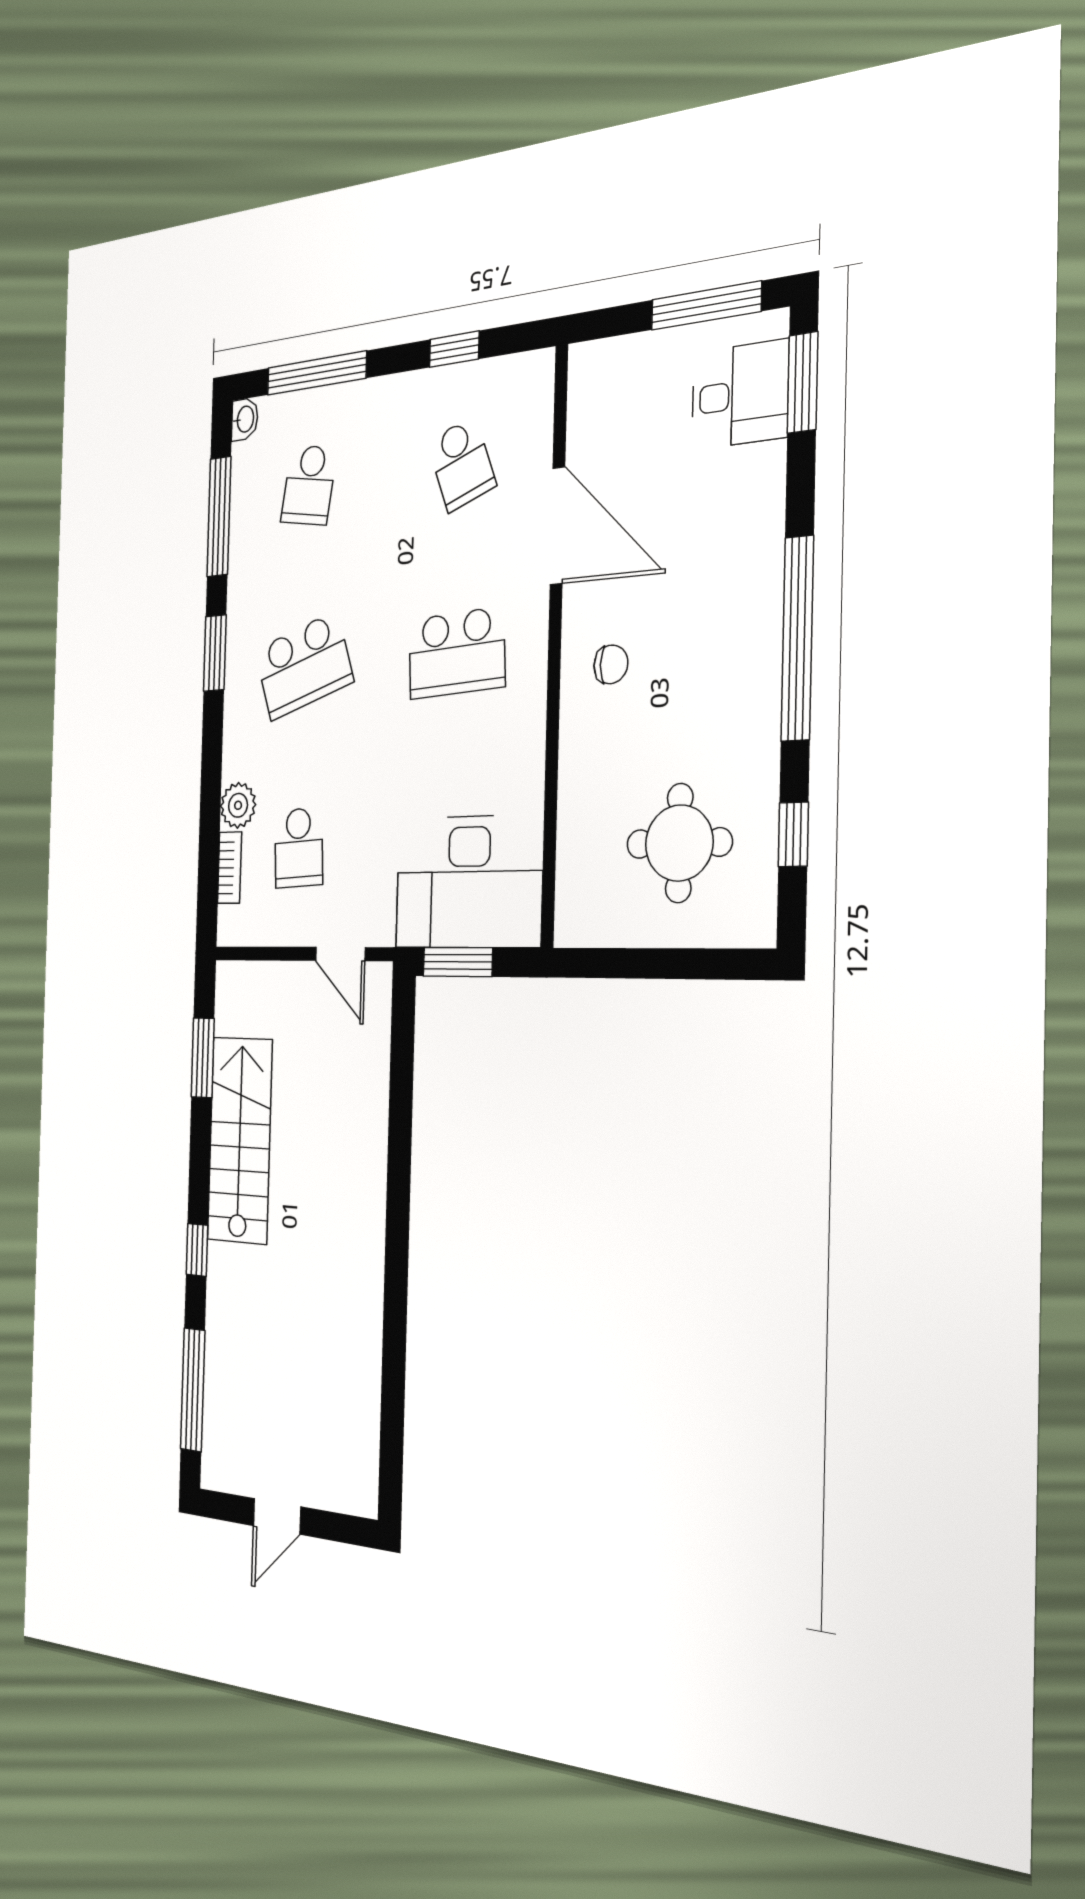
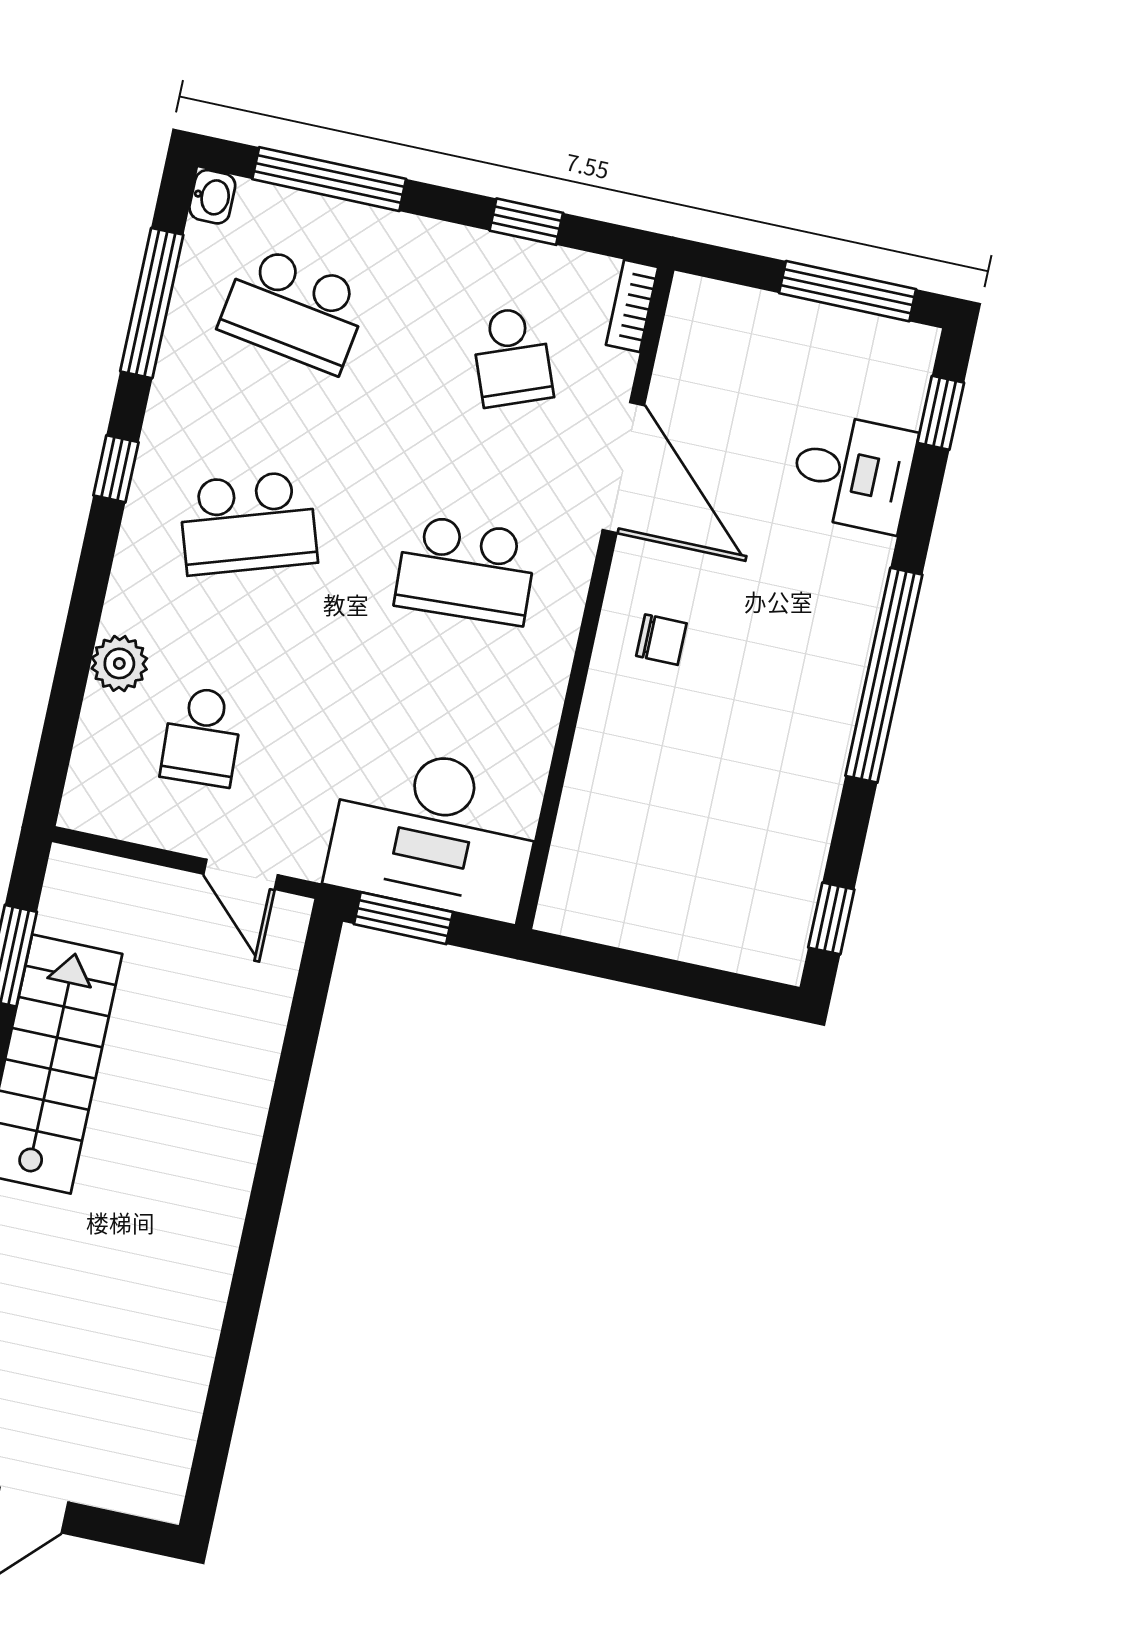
window: (803, 382) -> (941, 413), width x0.67
desk: (740, 395) -> (853, 473), moved
school desk: (309, 485) -> (294, 310), width x1.85
window: (215, 653) -> (116, 469), width x0.67
window: (793, 834) -> (831, 918), moved
round table: (679, 843) -> (708, 852), removed
bookcase: (230, 868) -> (632, 306), moved, turned 180

